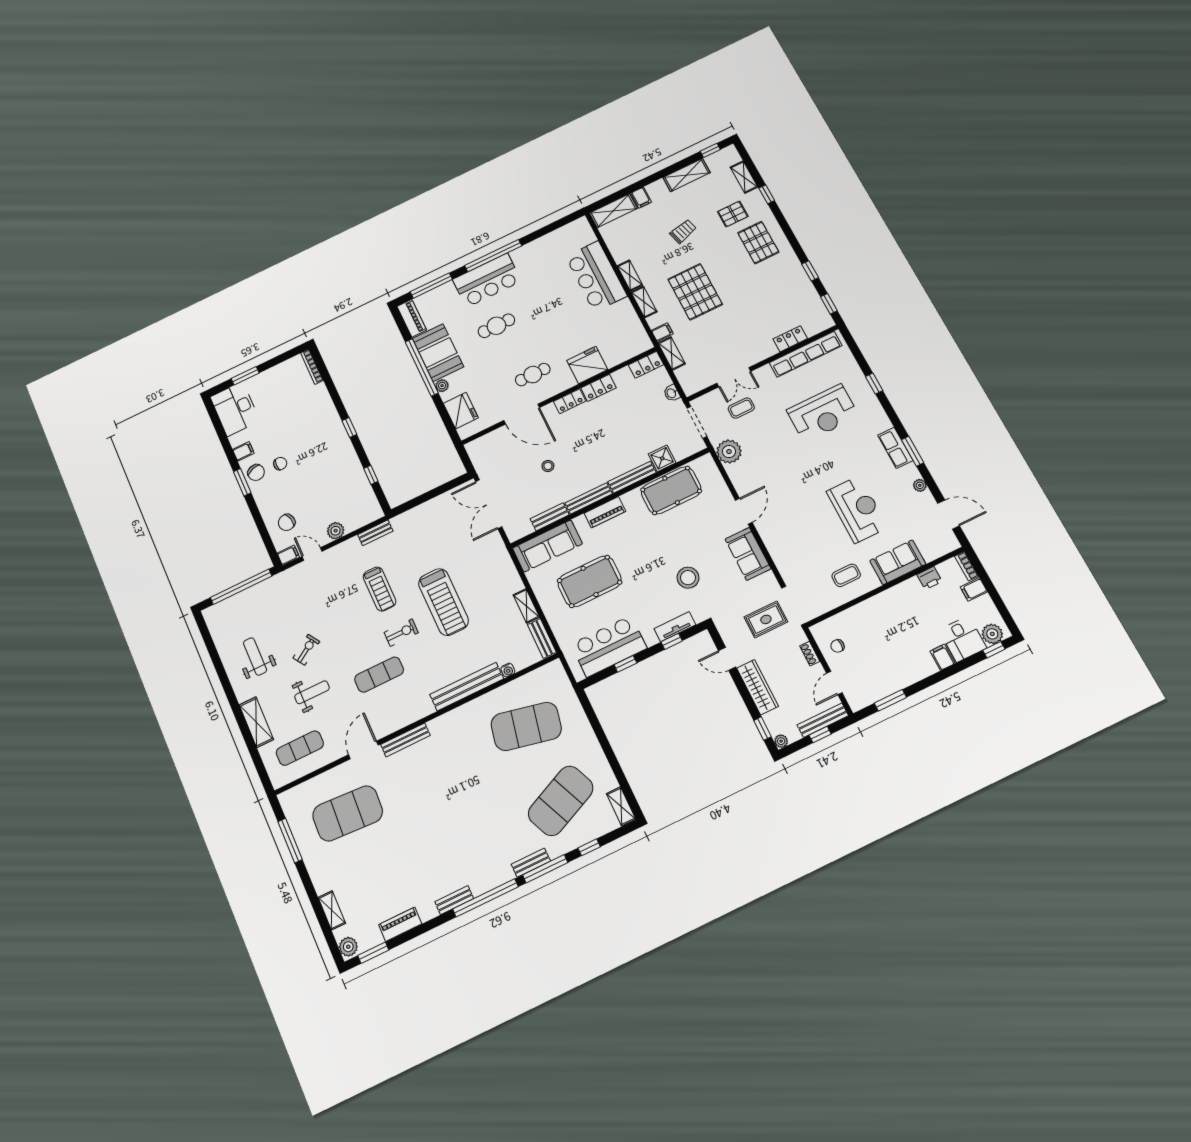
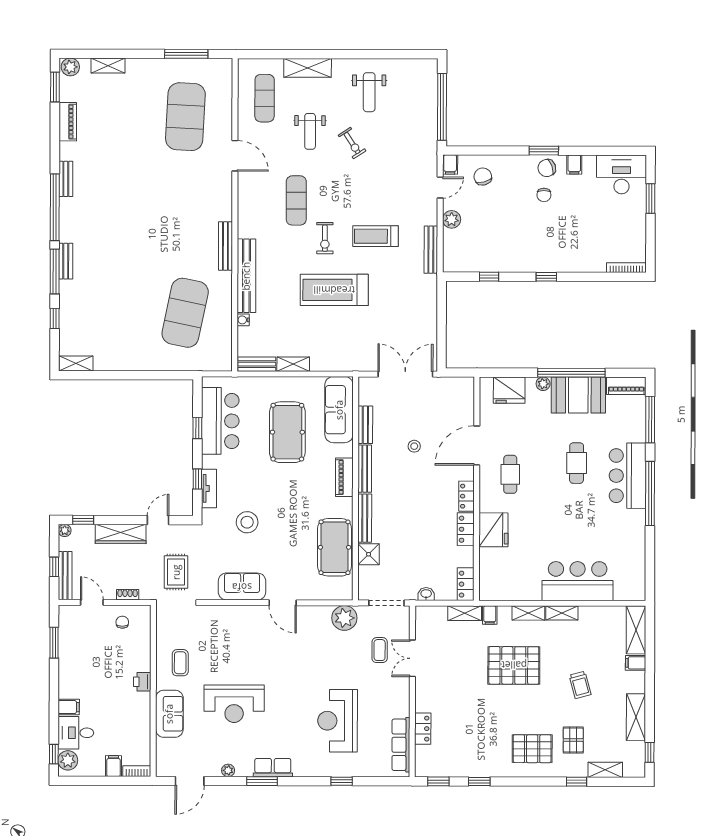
row of seats: (806, 354) -> (401, 745), width x0.73
bench: (375, 533) -> (431, 250), width x1.36
printer: (929, 578) -> (142, 682), moved
weight bench: (255, 656) -> (369, 92), turned 90
bench: (405, 740) -> (225, 246), moved
exercise mat: (561, 801) -> (106, 313), removed

